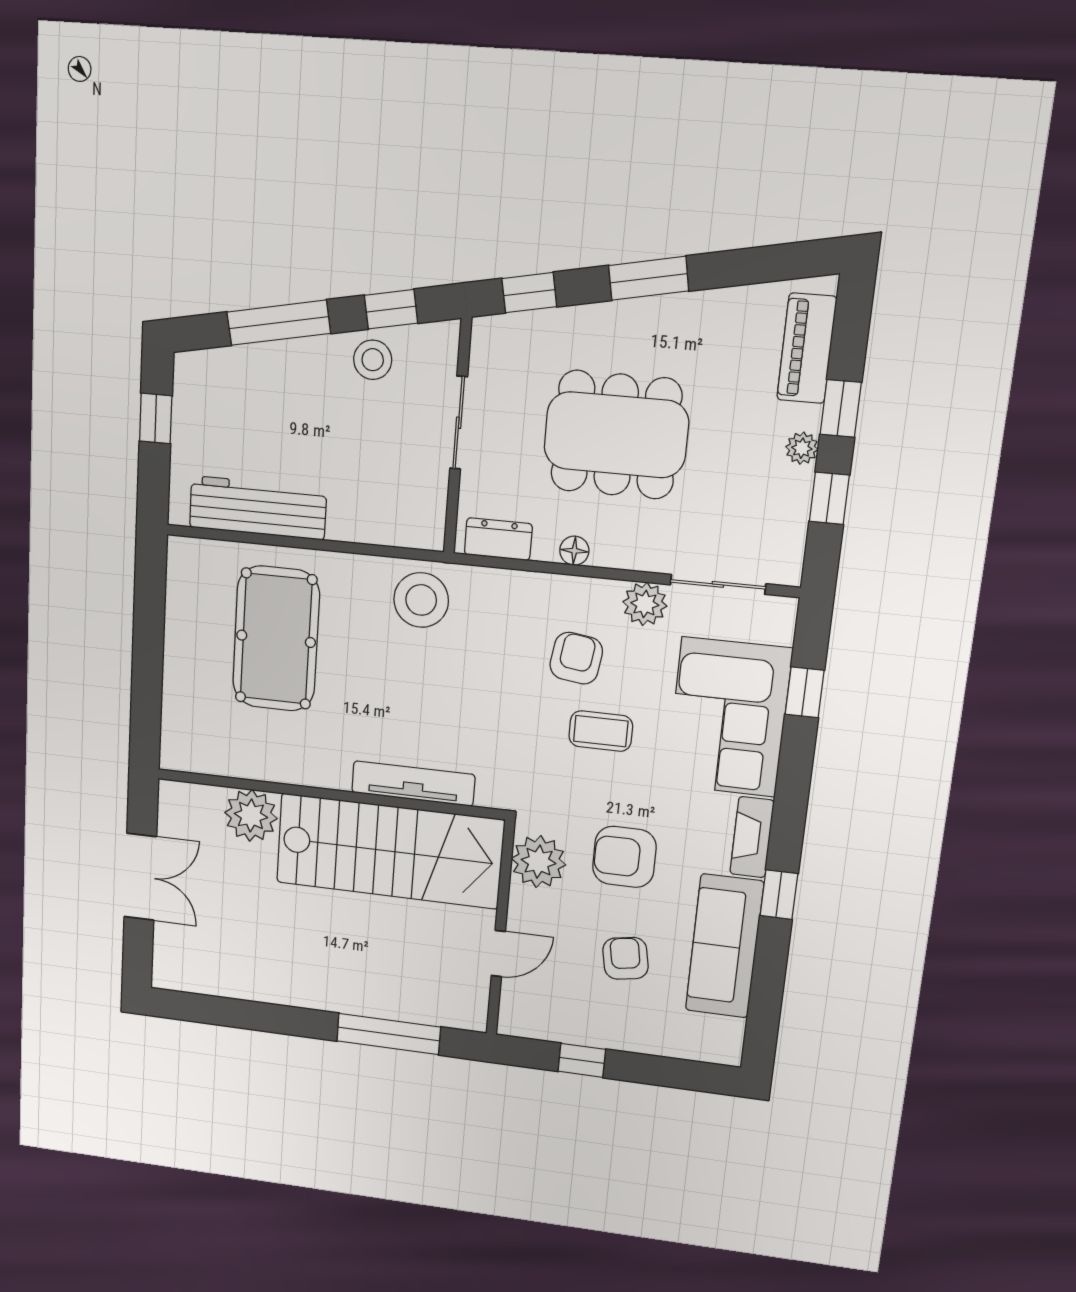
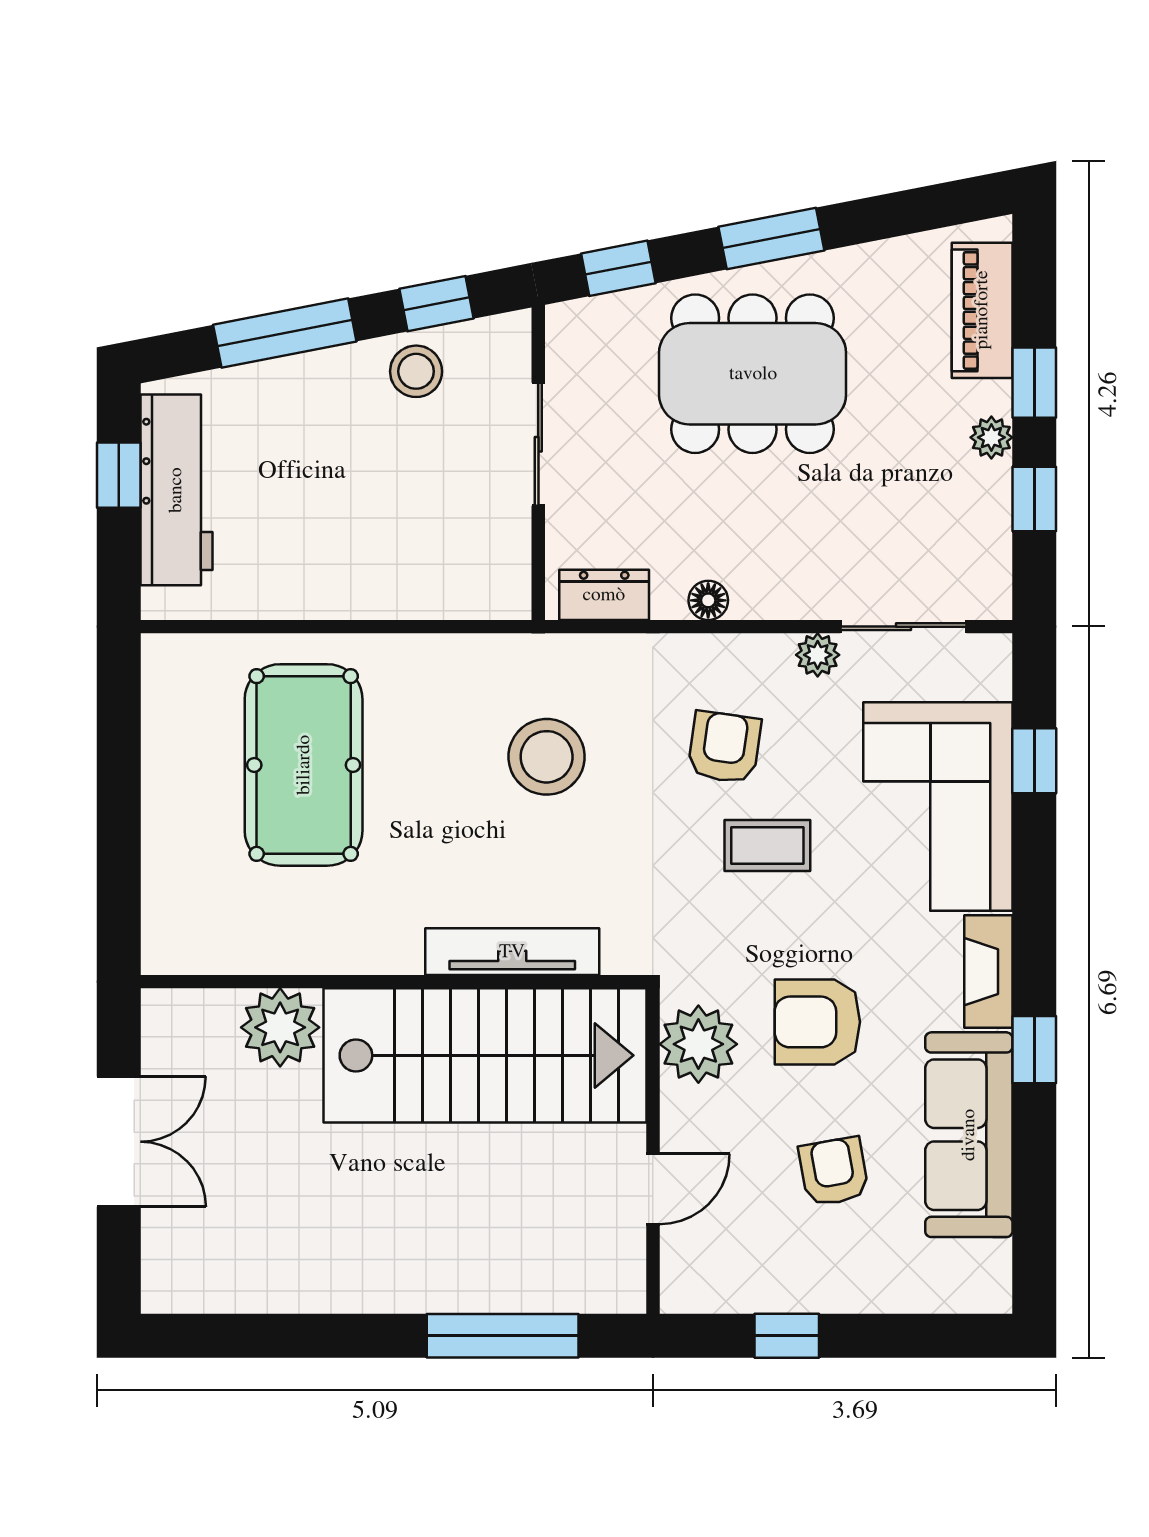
dining table: (616, 435) -> (753, 374), moved
workbench: (258, 508) -> (176, 490), moved, turned 90
stool: (421, 600) -> (547, 757), moved
plant: (645, 604) -> (818, 655), width x0.73, depth x0.73

